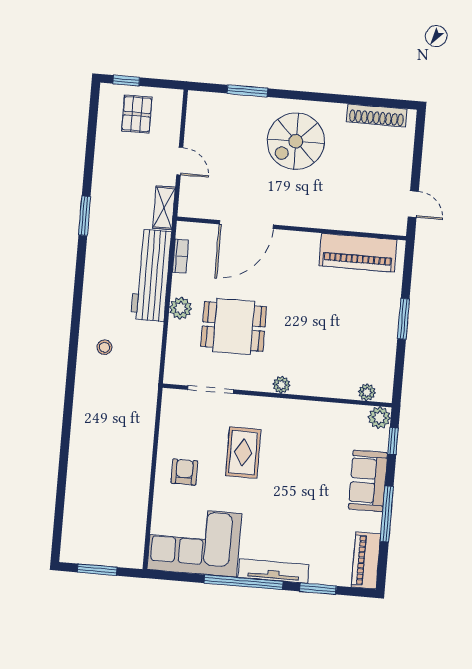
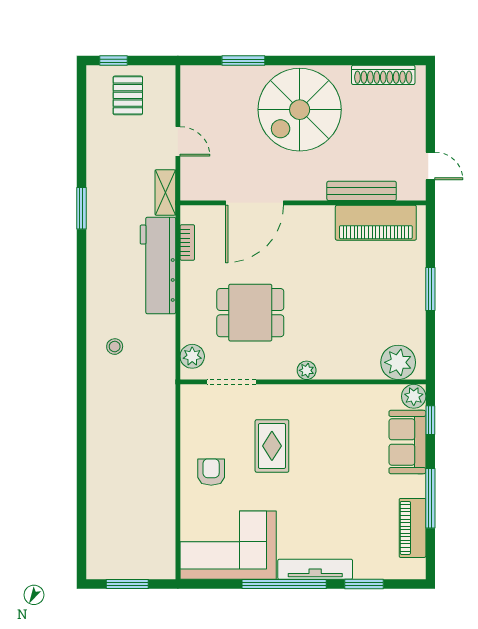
spiral stairs: (296, 141) -> (300, 110), width x1.37, depth x1.37
bench: (347, 222) -> (362, 191), added
plant: (181, 308) -> (192, 356), moved
plant: (367, 392) -> (398, 362), width x1.88, depth x1.88
sofa: (368, 481) -> (407, 442), moved
piano: (366, 561) -> (413, 528), moved

